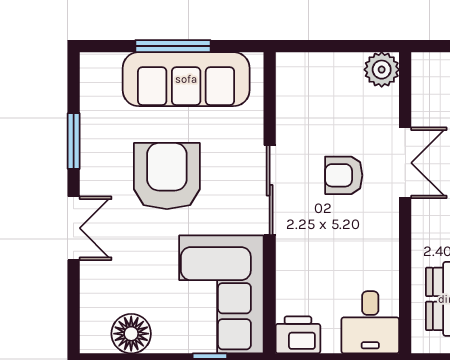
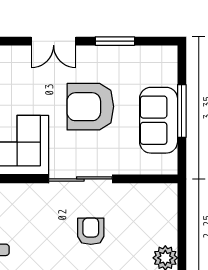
sofa: (186, 79) -> (159, 120), width x0.73
armchair: (167, 176) -> (90, 107), turned 180

